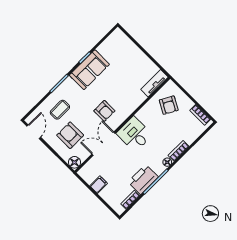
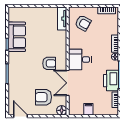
sofa: (89, 70) -> (17, 37), moved
coffee table: (60, 110) -> (23, 88), removed

